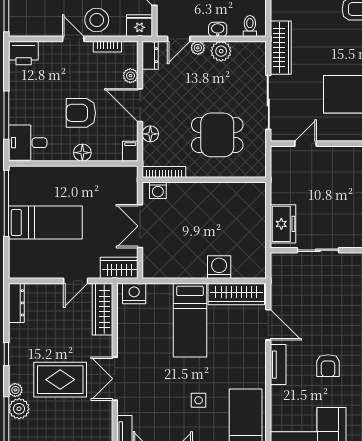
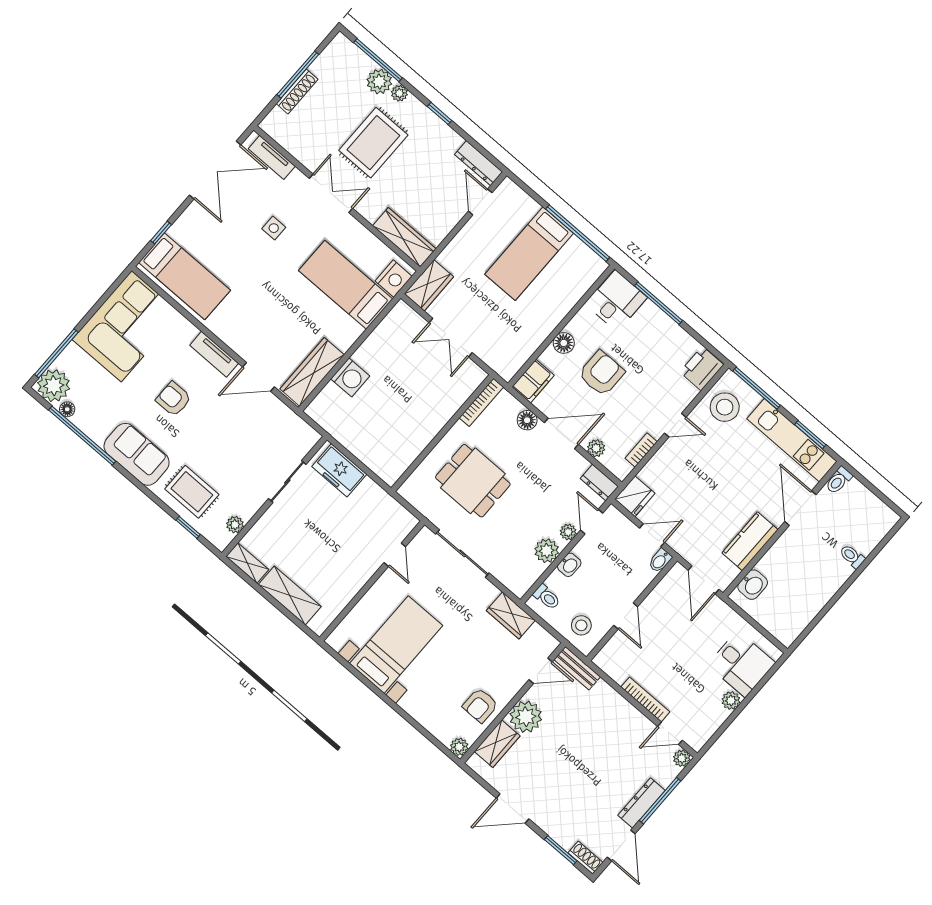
stool: (97, 20) -> (725, 407), moved
wardrobe: (281, 48) -> (511, 615), width x0.67
dining table: (217, 135) -> (473, 481), turned 90
filing cabinet: (130, 151) -> (533, 381), width x2.00
washing machine: (158, 190) -> (469, 382), removed
double door: (140, 226) -> (451, 338), swing flipped
door: (76, 281) -> (480, 202), moved
bed: (190, 320) -> (346, 285), moved
side table: (199, 400) -> (274, 228), moved

